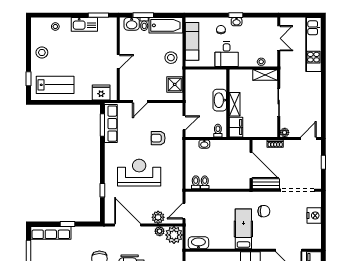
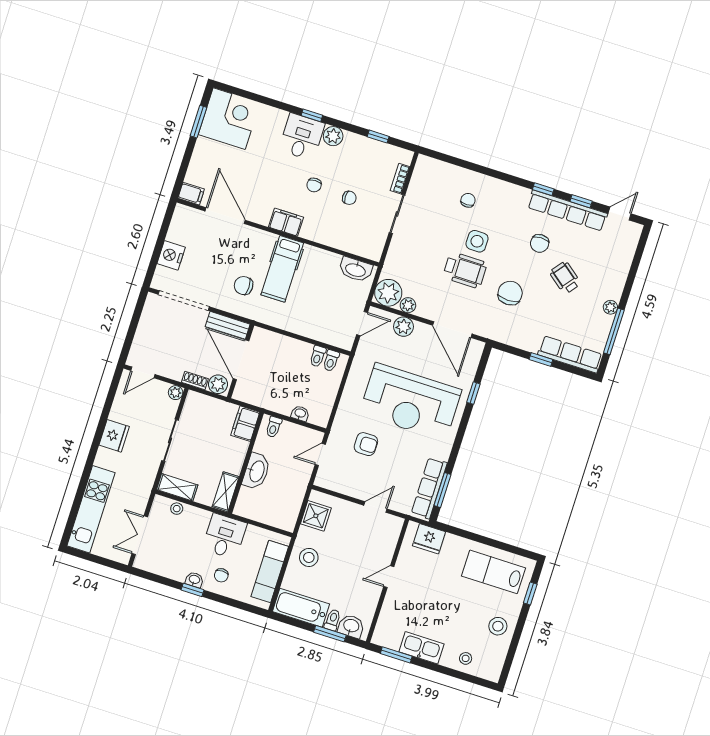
fridge: (314, 94) -> (114, 436), added
shelving: (235, 104) -> (226, 492), moved
plant: (260, 146) -> (218, 384), added
window: (323, 162) -> (132, 330), removed
reception desk: (139, 173) -> (410, 402), width x1.36, depth x1.30

